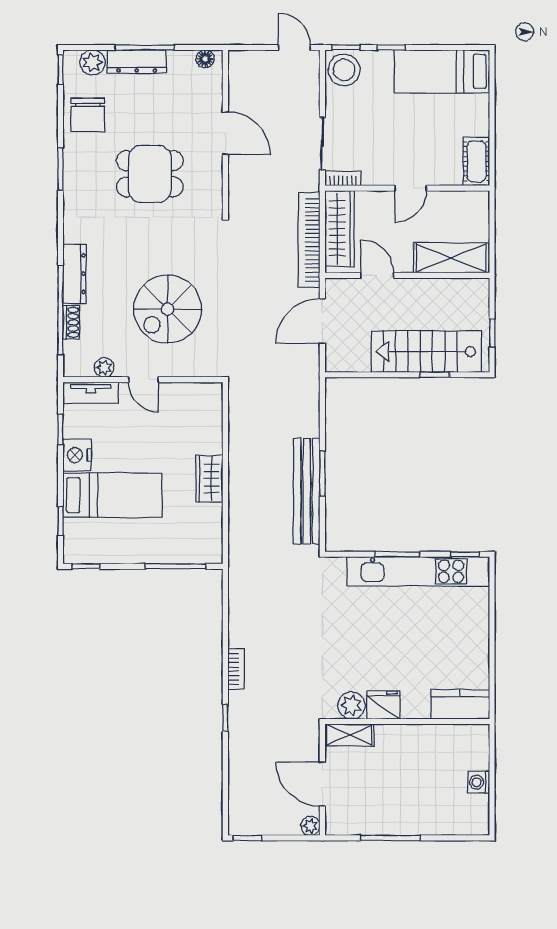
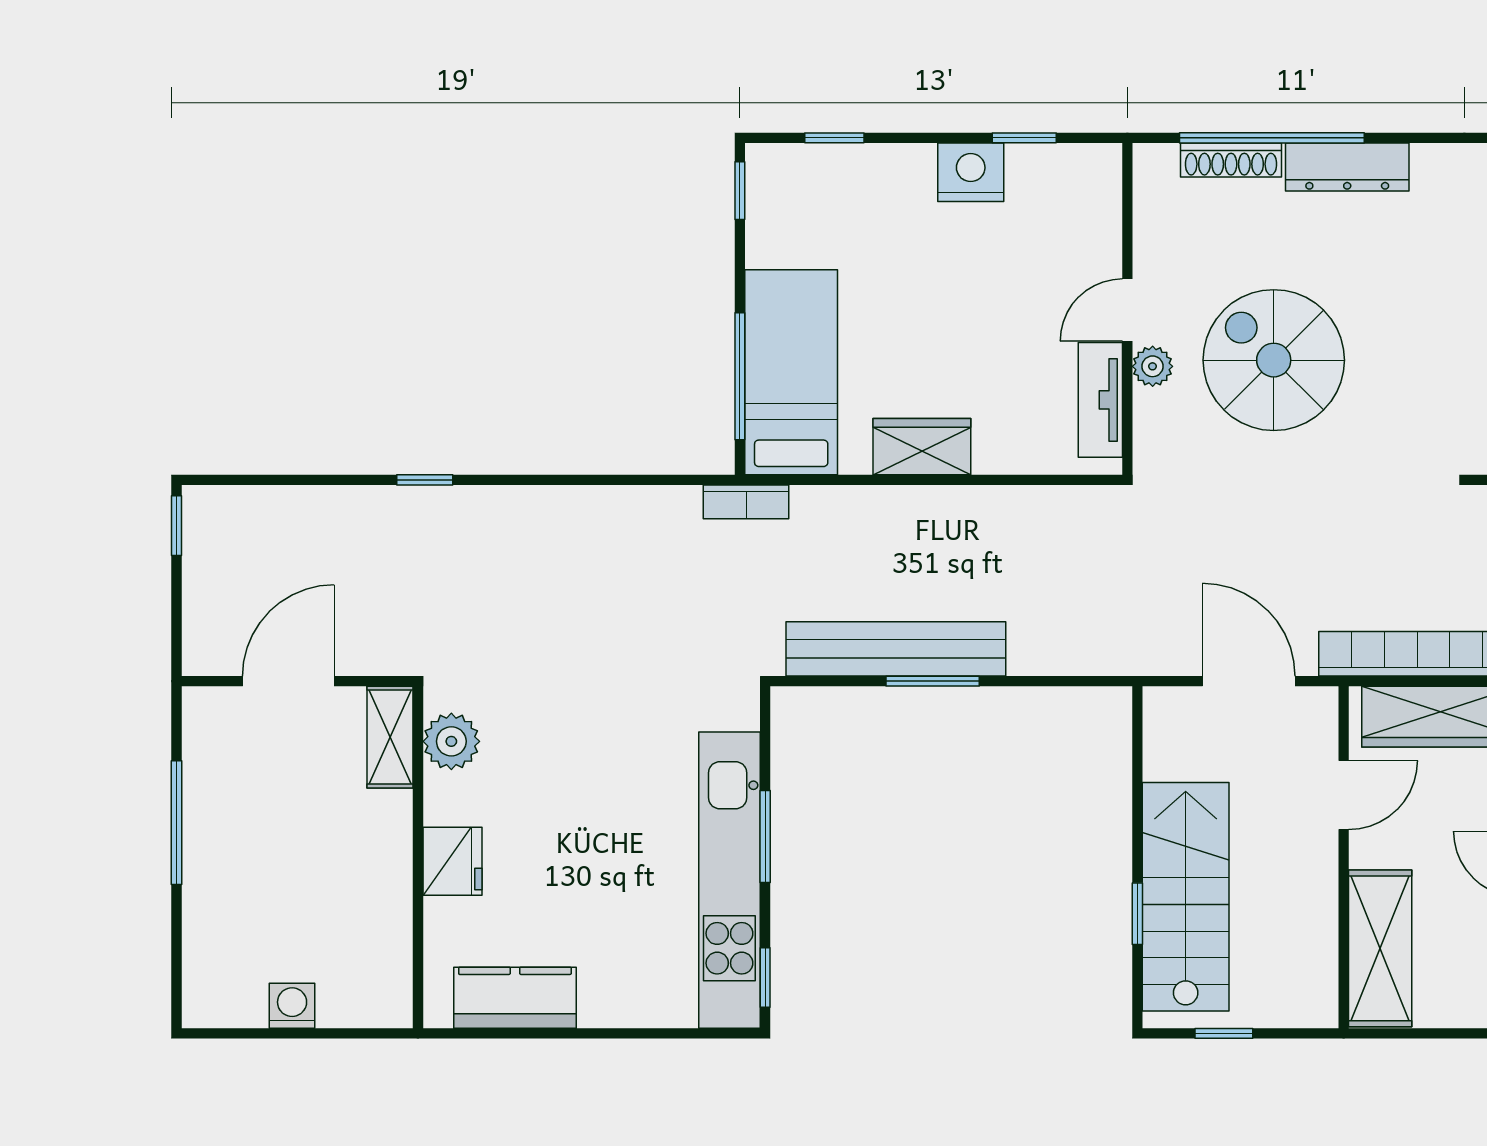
shoe rack: (71, 322) -> (1231, 160), width x1.43
plant: (104, 368) -> (1153, 366), moved
tv unit: (91, 393) -> (1100, 400), moved
bed: (112, 495) -> (791, 372), moved, turned 180
bookcase: (236, 669) -> (746, 502), moved
kitchen counter: (460, 704) -> (515, 998), moved, turned -90
fridge: (383, 705) -> (452, 861), moved
plant: (310, 826) -> (201, 656), removed

